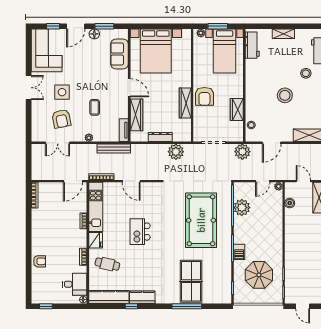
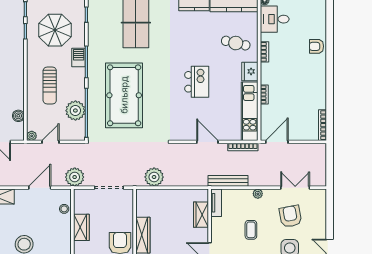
wardrobe: (137, 115) -> (201, 215), width x0.67
dresser: (160, 137) -> (173, 194), removed
sun lounger: (263, 228) -> (50, 86), added

